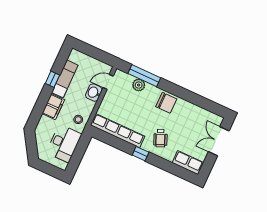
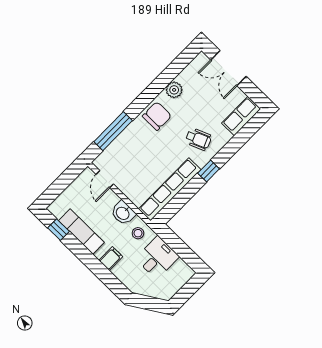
window: (52, 79) -> (58, 230), moved
plant: (139, 85) -> (174, 90), moved
washbasin: (94, 93) -> (123, 213), moved
filing cabinet: (53, 107) -> (111, 259), width x0.50
desk: (64, 143) -> (157, 258), width x0.73

